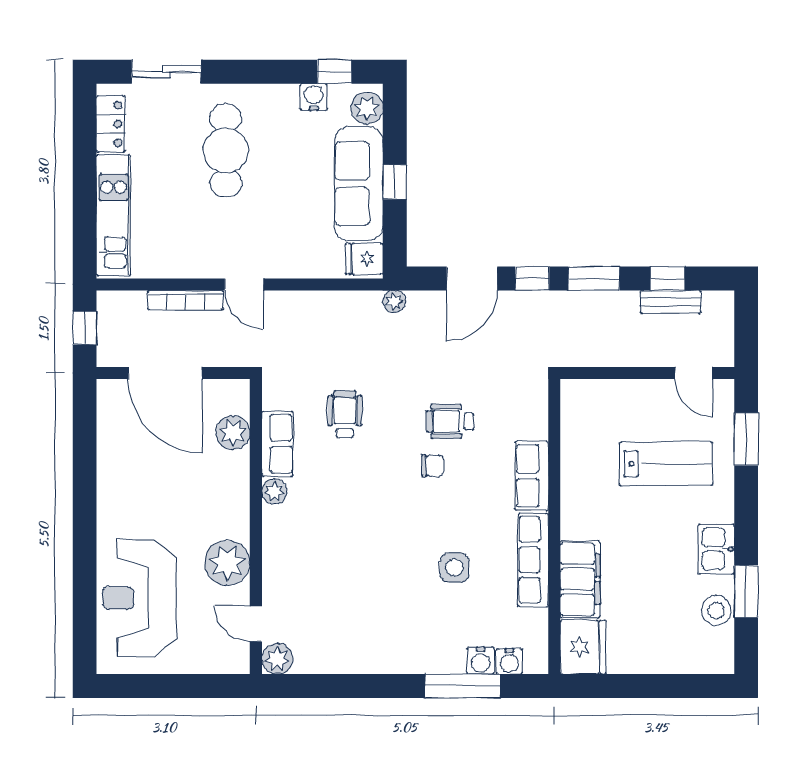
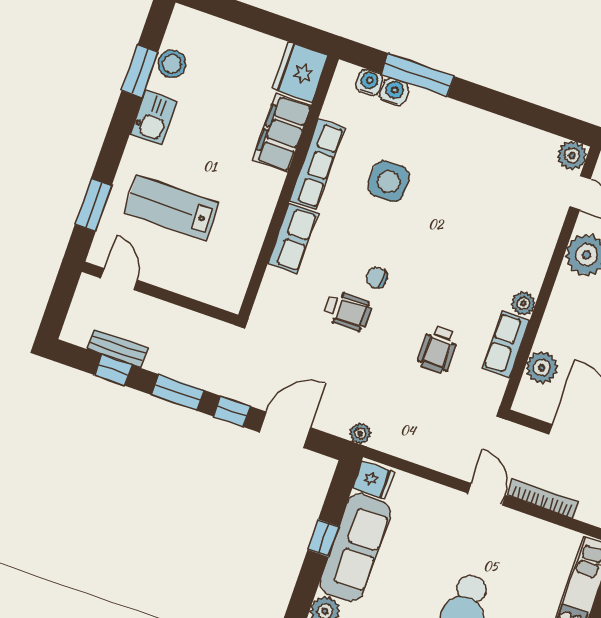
side table: (454, 568) -> (389, 181), width x1.37, depth x1.37

